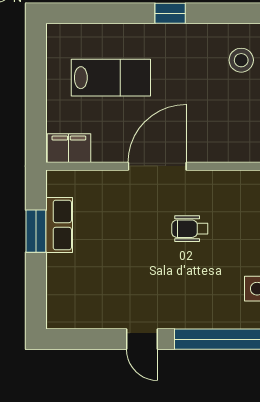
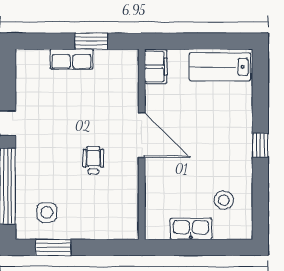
lab bench: (111, 78) -> (220, 67), moved, turned 90
row of seats: (59, 225) -> (72, 59), moved

